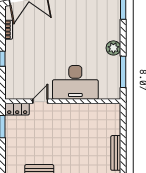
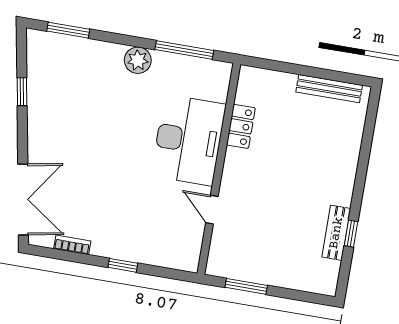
locker: (17, 109) -> (241, 126), moved

